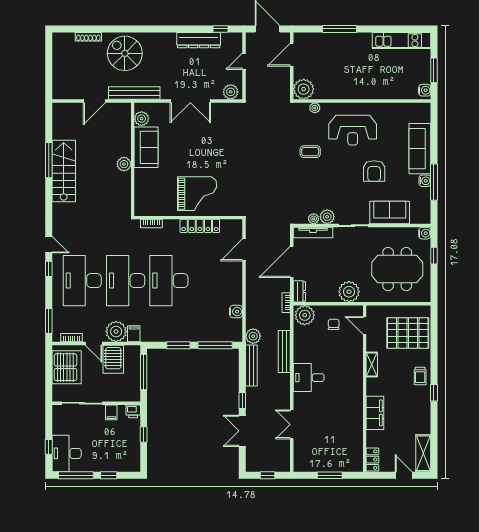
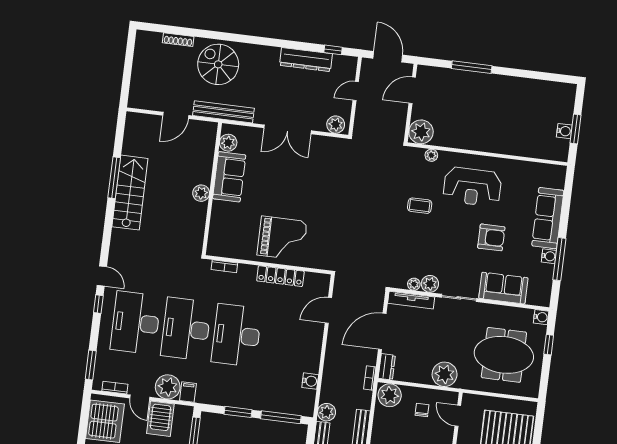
kitchen unit: (401, 41) -> (542, 90), removed
water cooler: (425, 90) -> (564, 131), moved
armchair: (374, 171) -> (491, 237), turned -90

